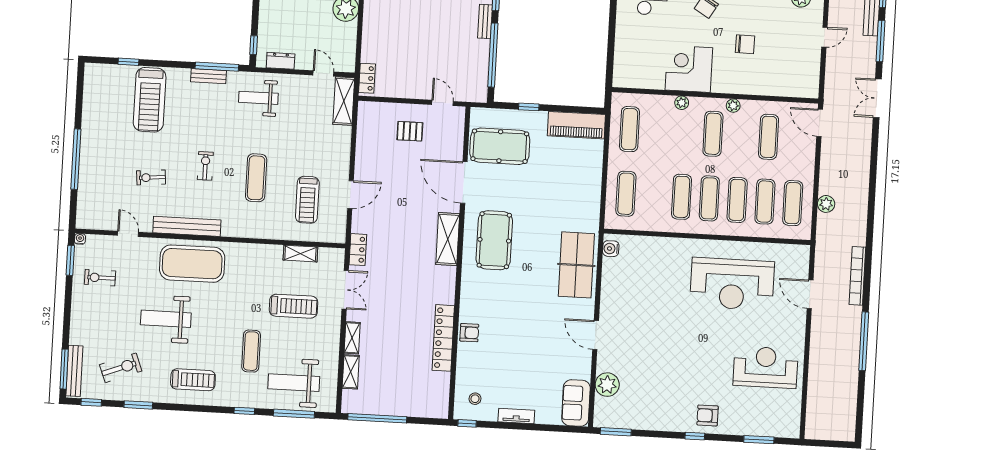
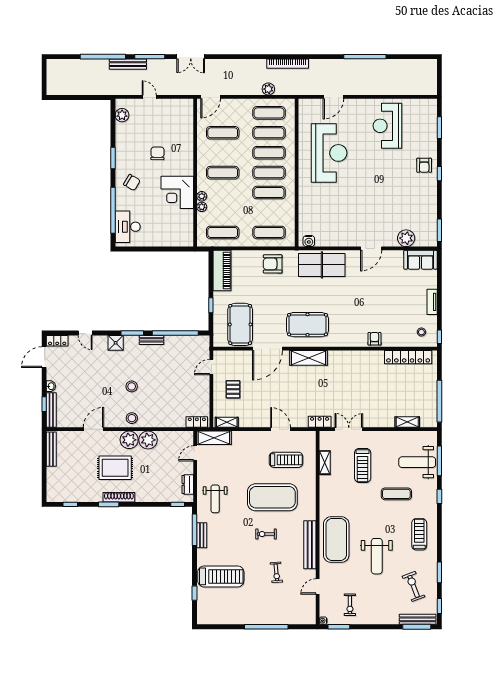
plant: (733, 106) -> (202, 207), moved
exercise mat: (256, 178) -> (272, 497), width x2.00, depth x1.45
armchair: (582, 196) -> (273, 264), added
bookcase: (857, 276) -> (288, 64), moved
treadmill: (293, 306) -> (363, 465), turned 180
shelving: (352, 338) -> (227, 422), moved
locker: (443, 338) -> (408, 357), moved
weight bench: (294, 383) -> (417, 462), turned 90

